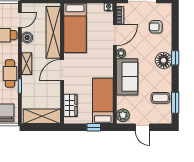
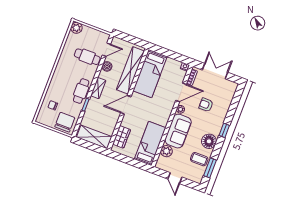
armchair: (156, 27) -> (206, 105), moved
floor lamp: (164, 60) -> (209, 141), moved
plant: (123, 115) -> (166, 151), moved
window: (94, 127) -> (134, 163), removed

